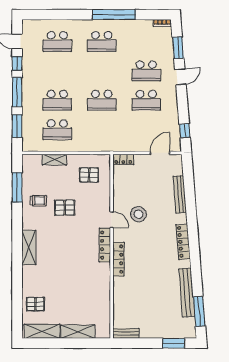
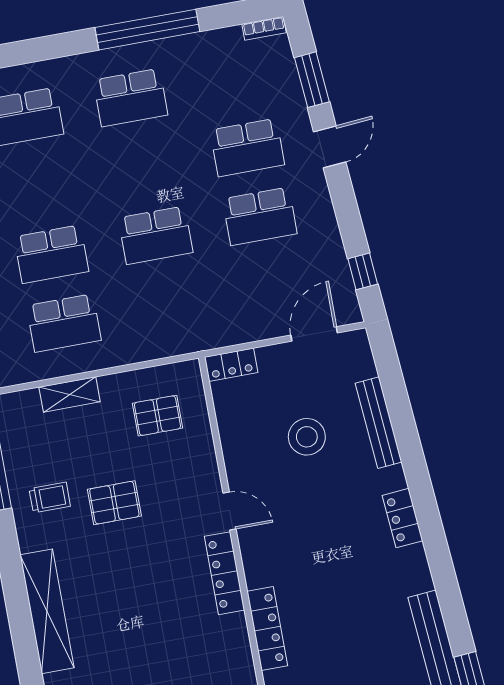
stool: (138, 214) -> (307, 437), moved
locker: (183, 242) -> (402, 518), width x0.66
shelving: (29, 247) -> (47, 611), width x1.47
locker: (118, 259) -> (267, 629), moved

